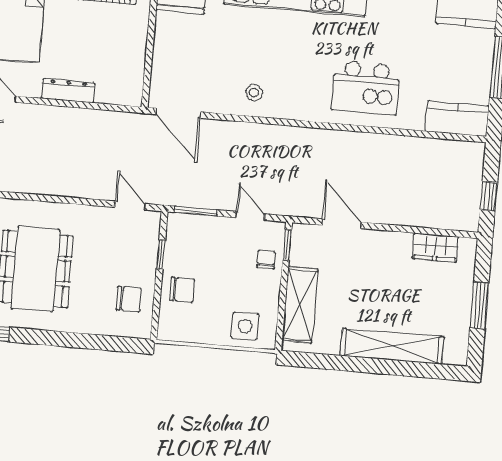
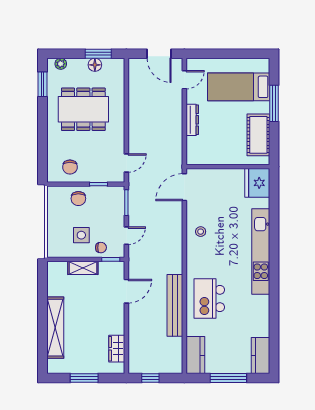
bench: (372, 146) -> (175, 305), added
shelving: (300, 305) -> (83, 268), width x0.67, depth x0.75
side table: (245, 326) -> (81, 235), moved

